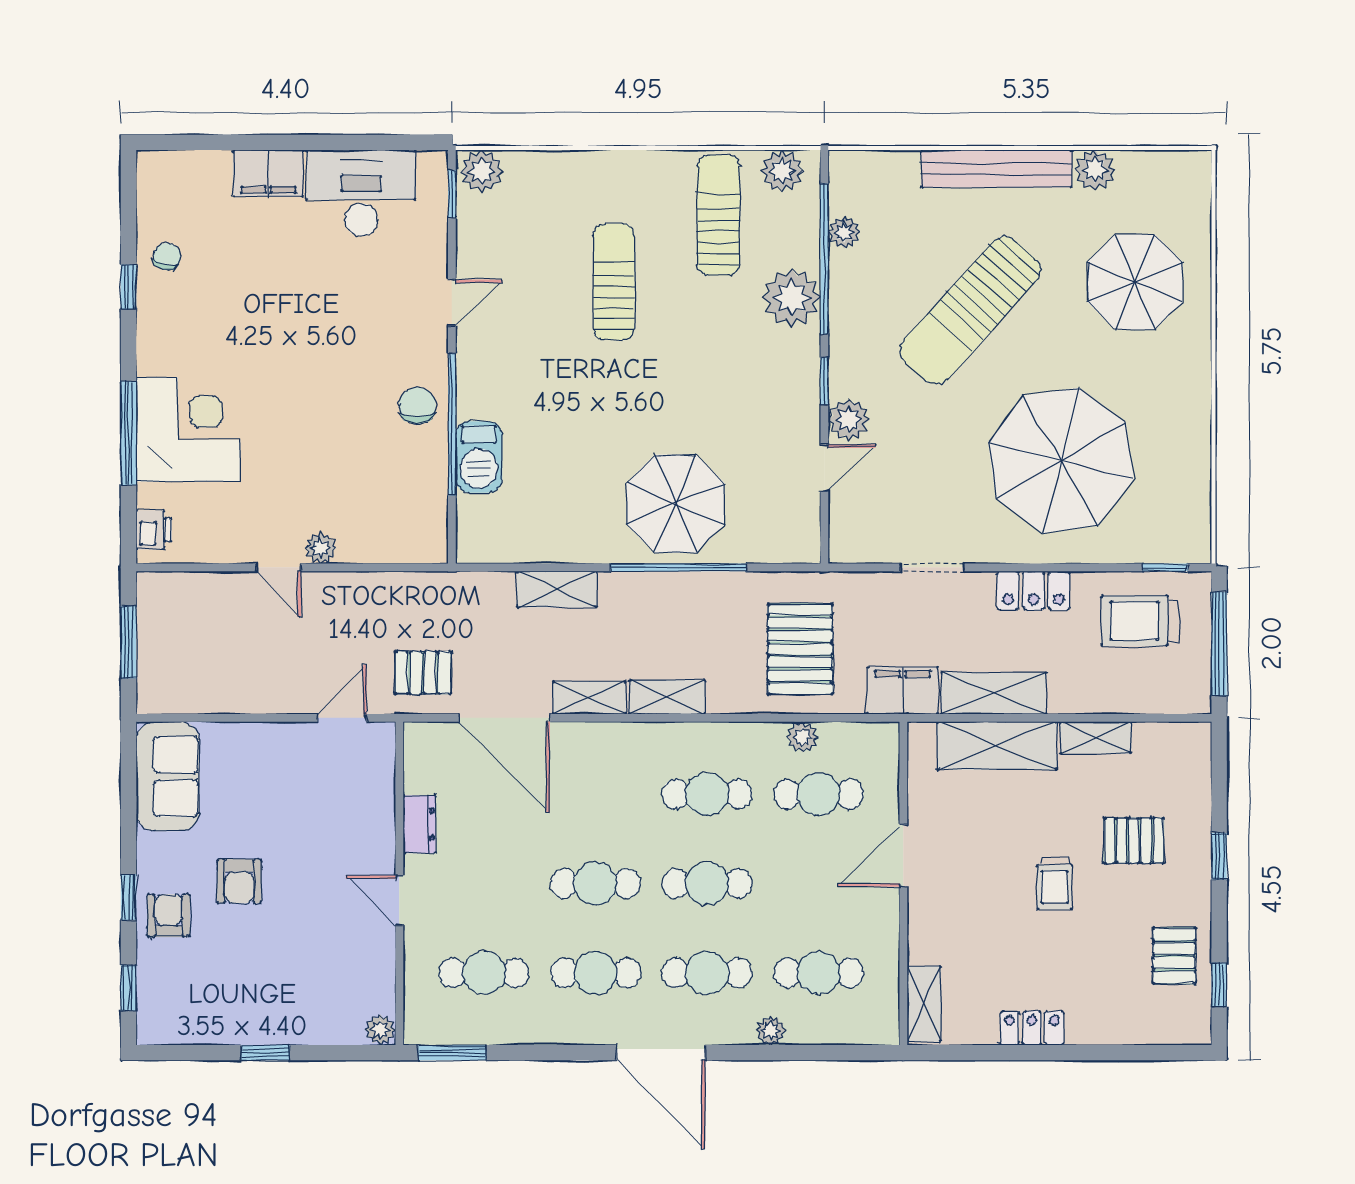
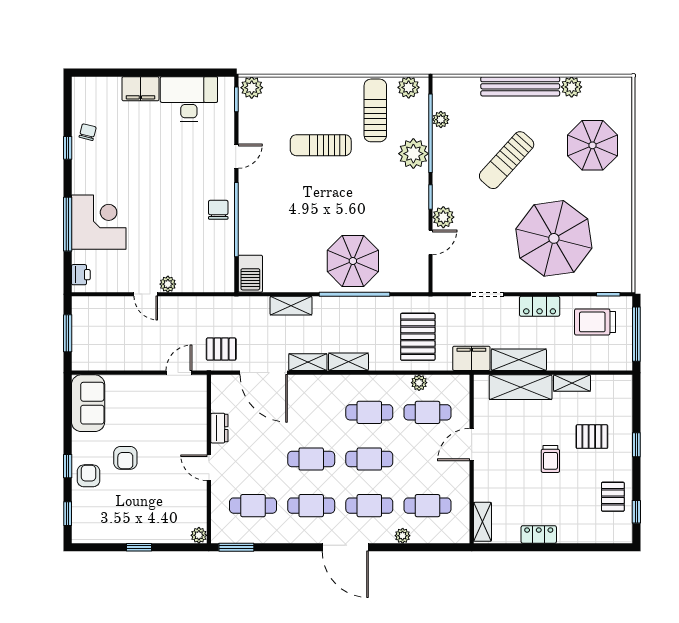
sun lounger: (614, 282) -> (321, 145), turned -90
sun lounger: (970, 310) -> (507, 160), width x0.73, depth x0.75
barbecue: (479, 457) -> (250, 274), moved

